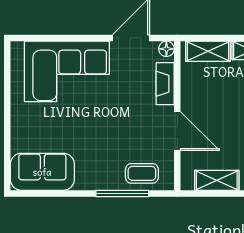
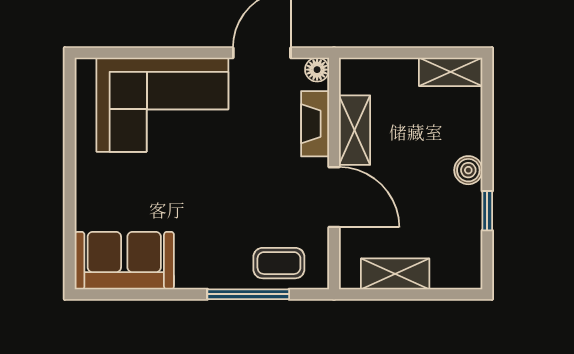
shelving: (208, 51) -> (354, 130), moved, turned 90

